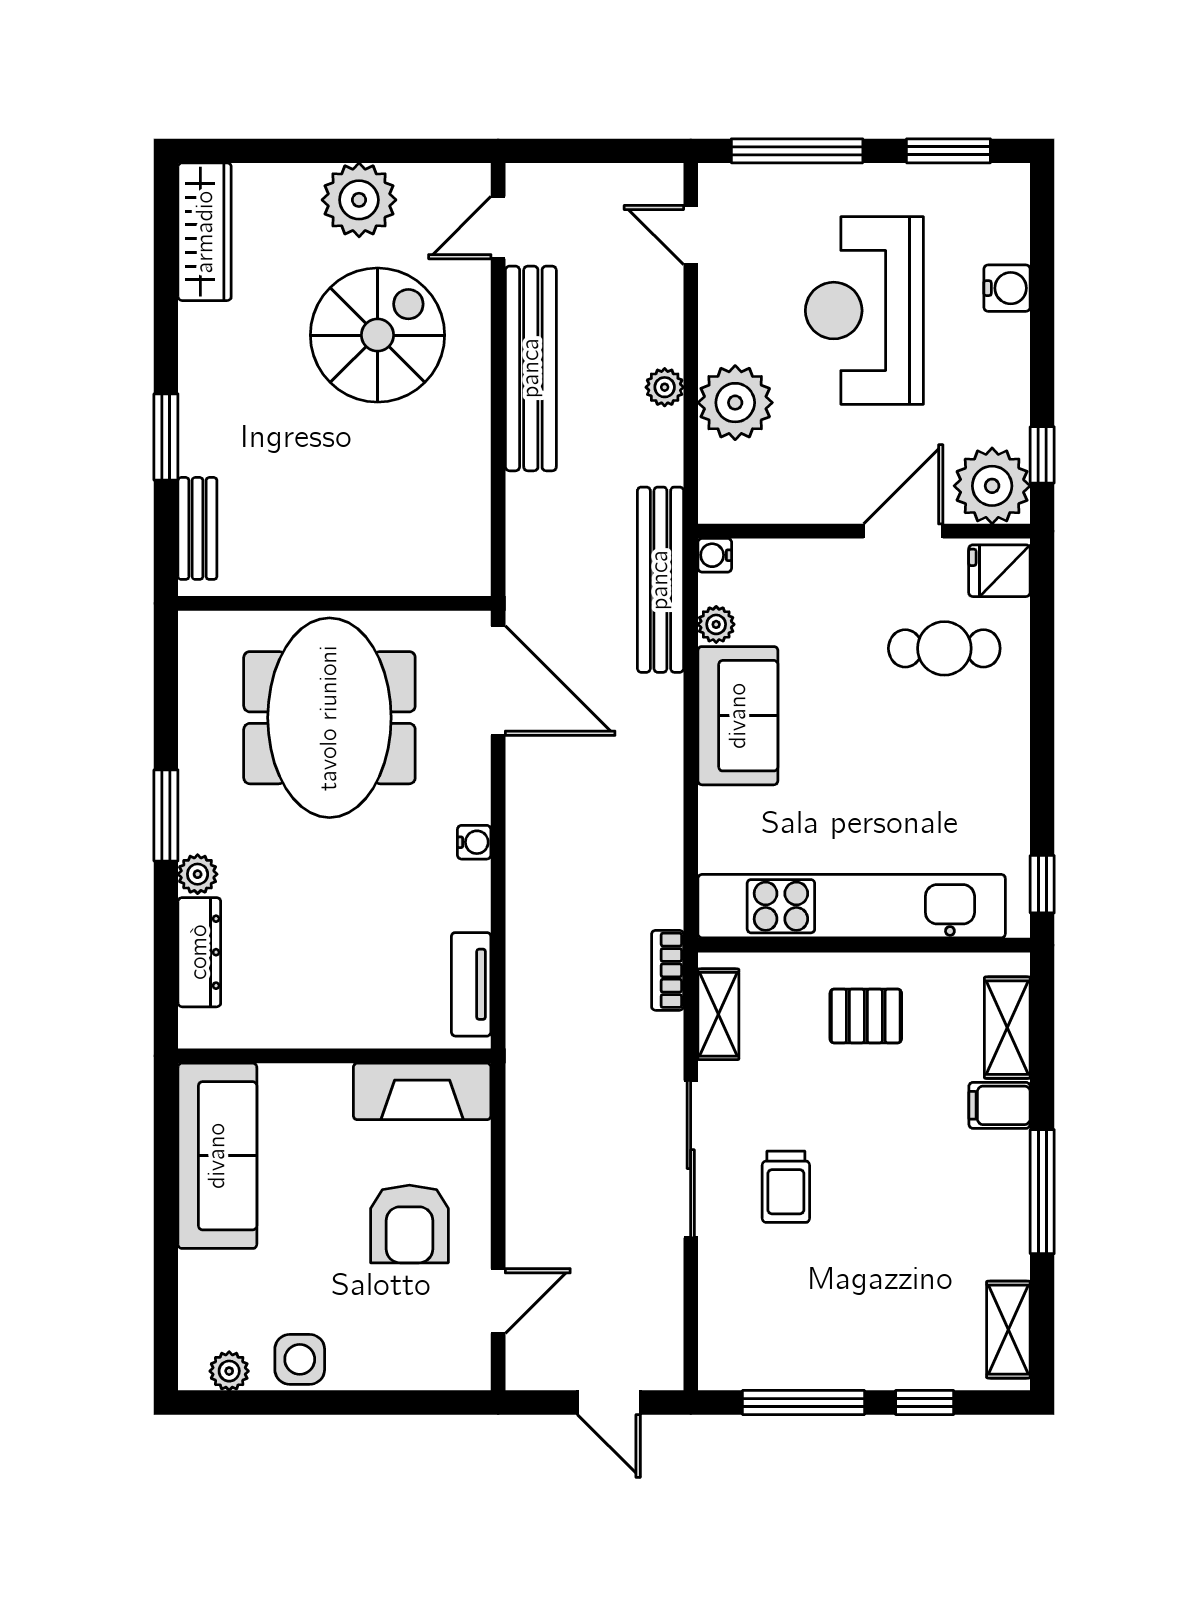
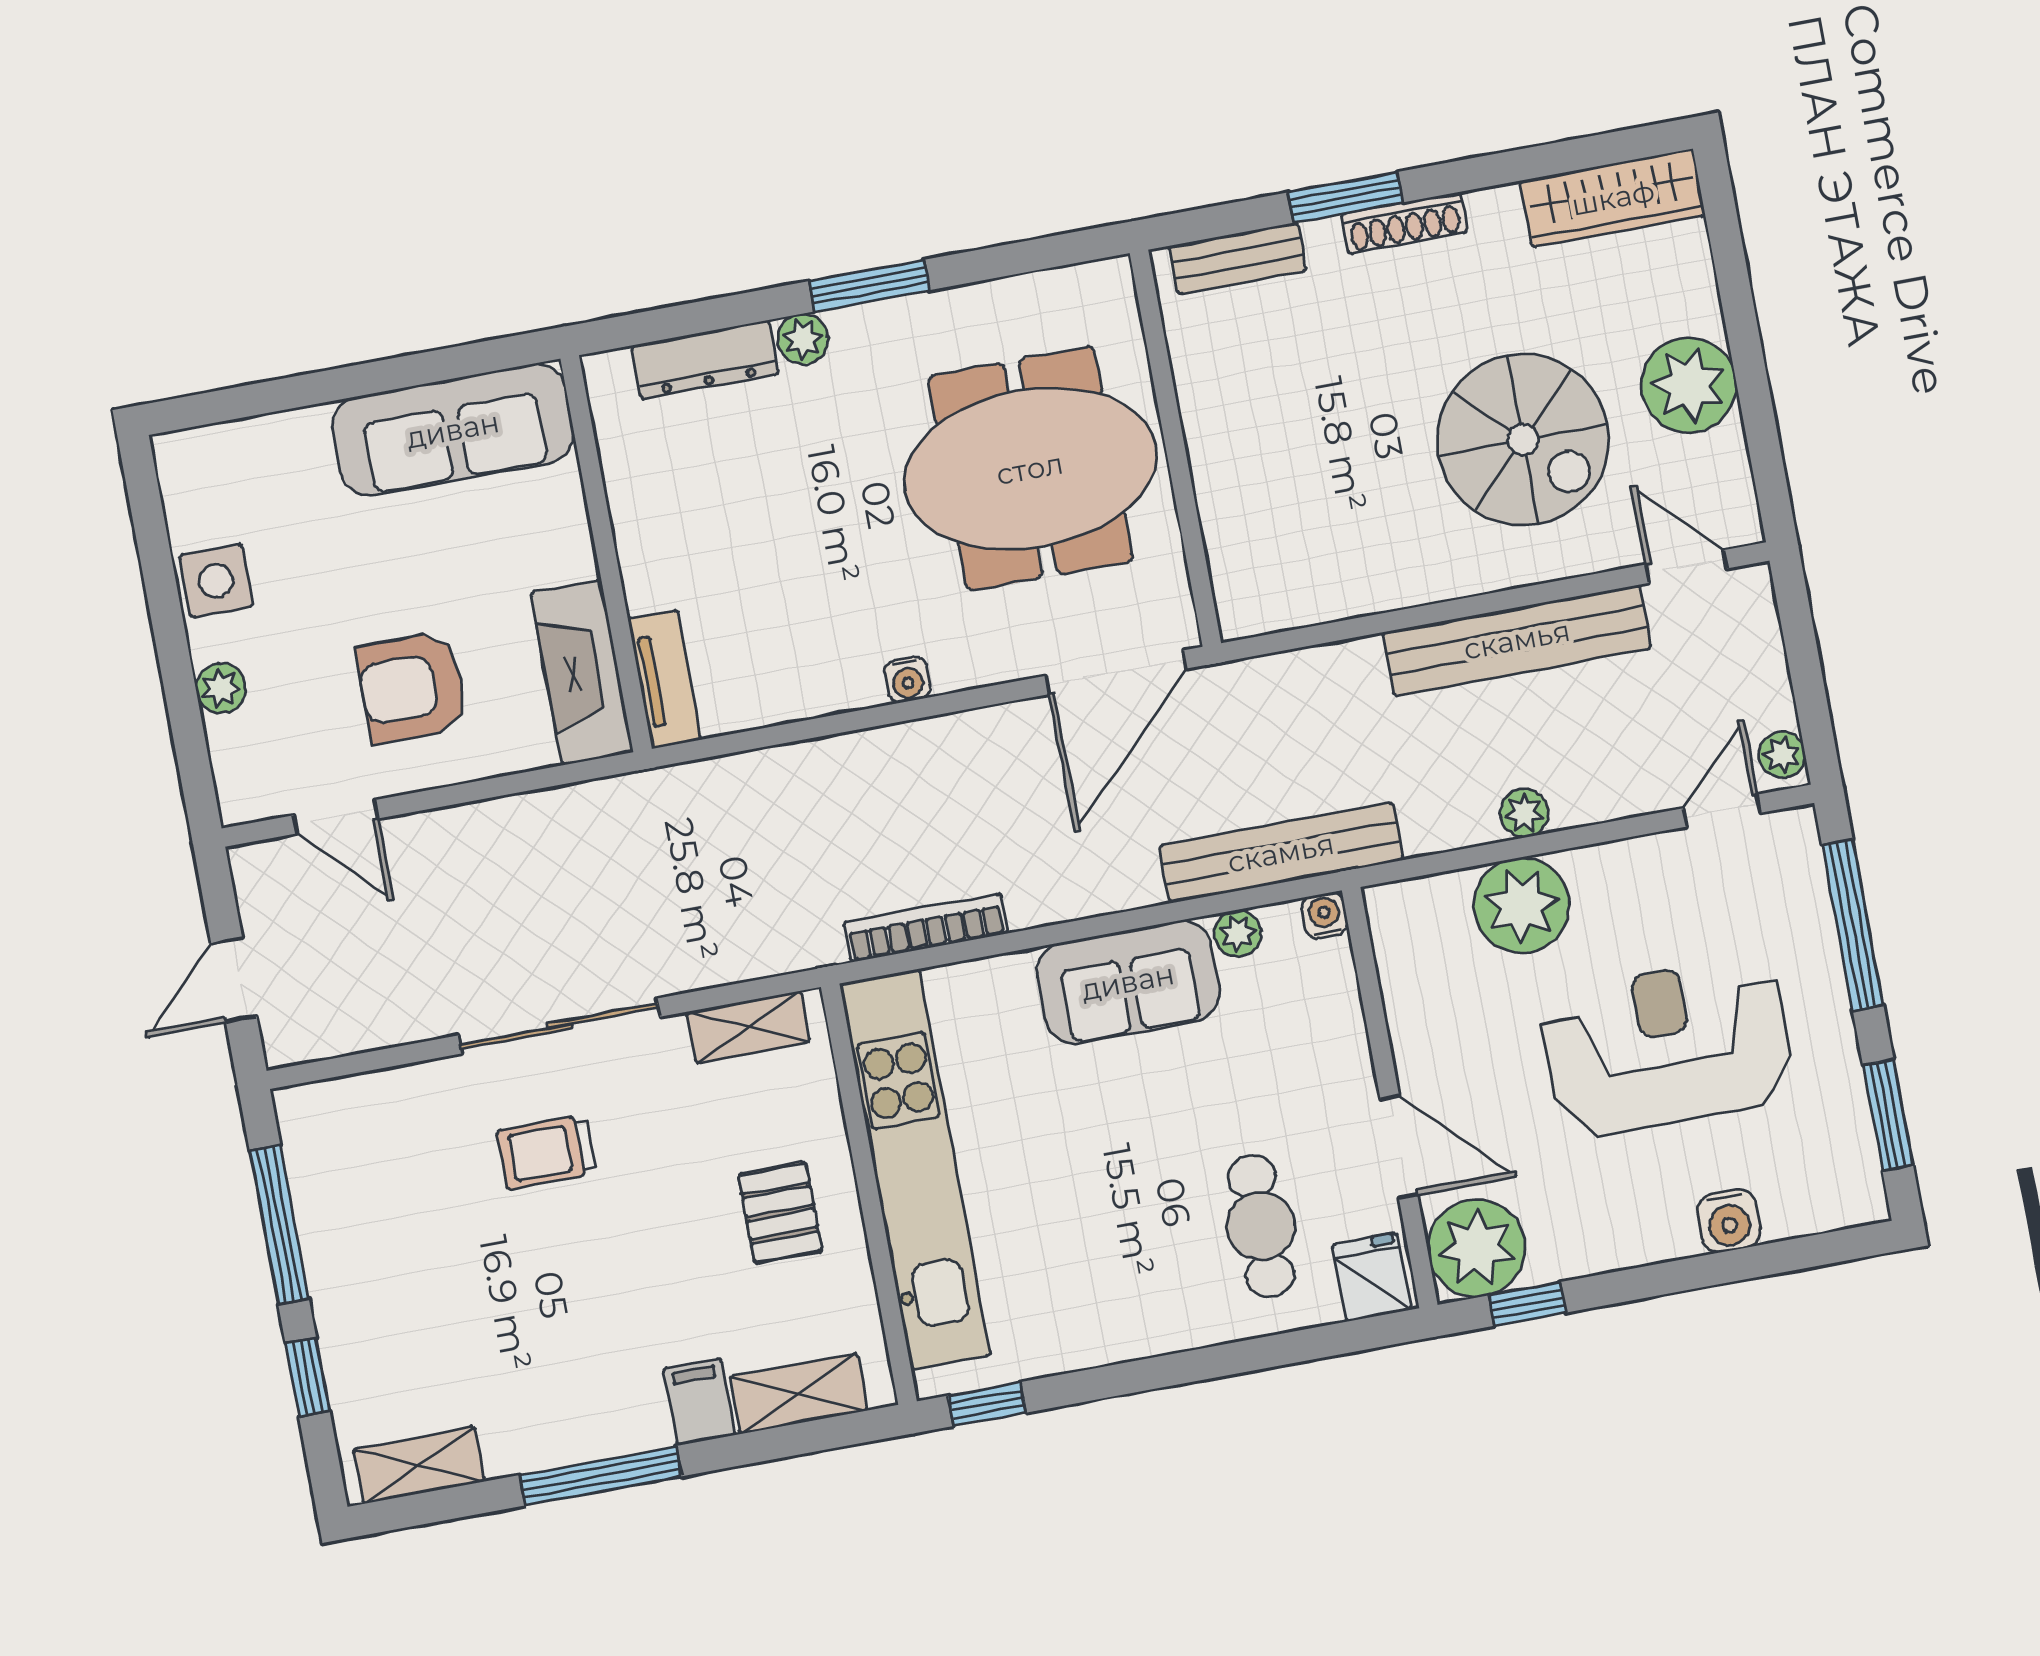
plant: (656, 181) -> (1782, 755), added
shoe rack: (194, 395) -> (1404, 223), added
bookcase: (668, 970) -> (926, 928), moved, width x1.56
tv unit: (471, 984) -> (664, 679), moved, turned 90
plant: (229, 1371) -> (221, 688), moved

